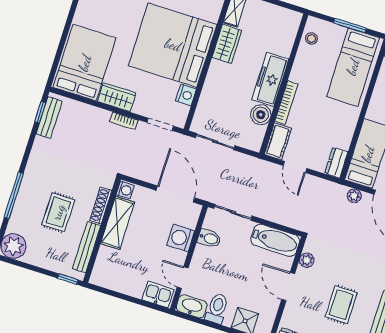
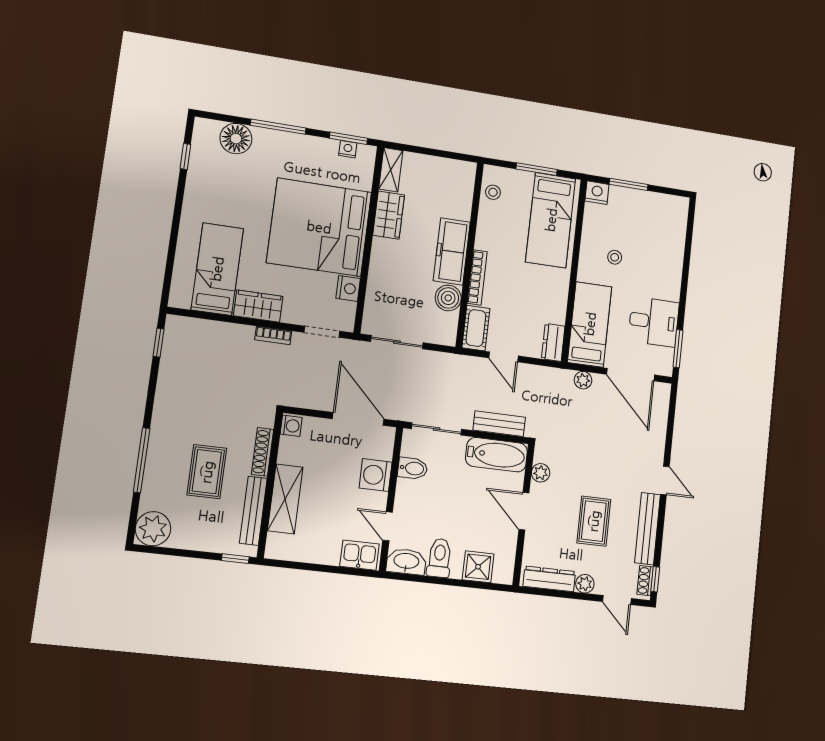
bed: (85, 63) -> (217, 269), width x0.67
bench: (49, 117) -> (499, 424), moved, turned 90
shelving: (117, 223) -> (285, 499), moved

